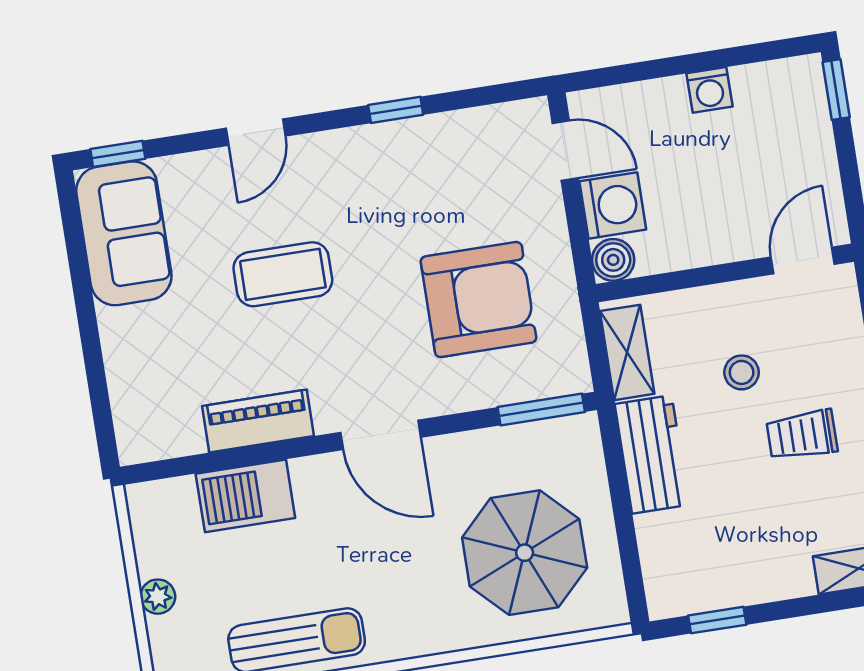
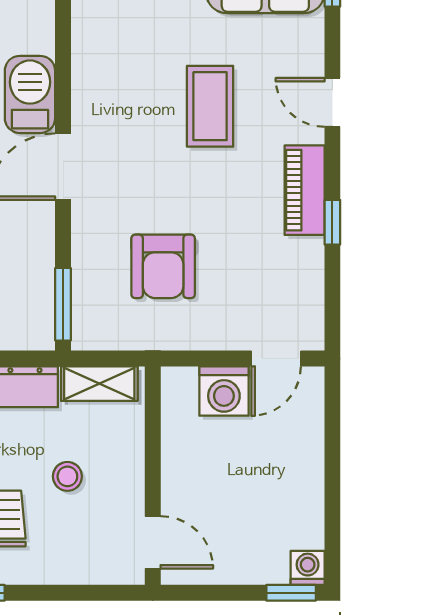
washing machine: (710, 90) -> (308, 568), moved, turned 90
boiler: (613, 260) -> (178, 384), removed
armchair: (478, 300) -> (163, 266), width x0.73, depth x0.73
piano: (258, 421) -> (305, 190), moved, turned 180
barbecue: (245, 496) -> (30, 94), moved

